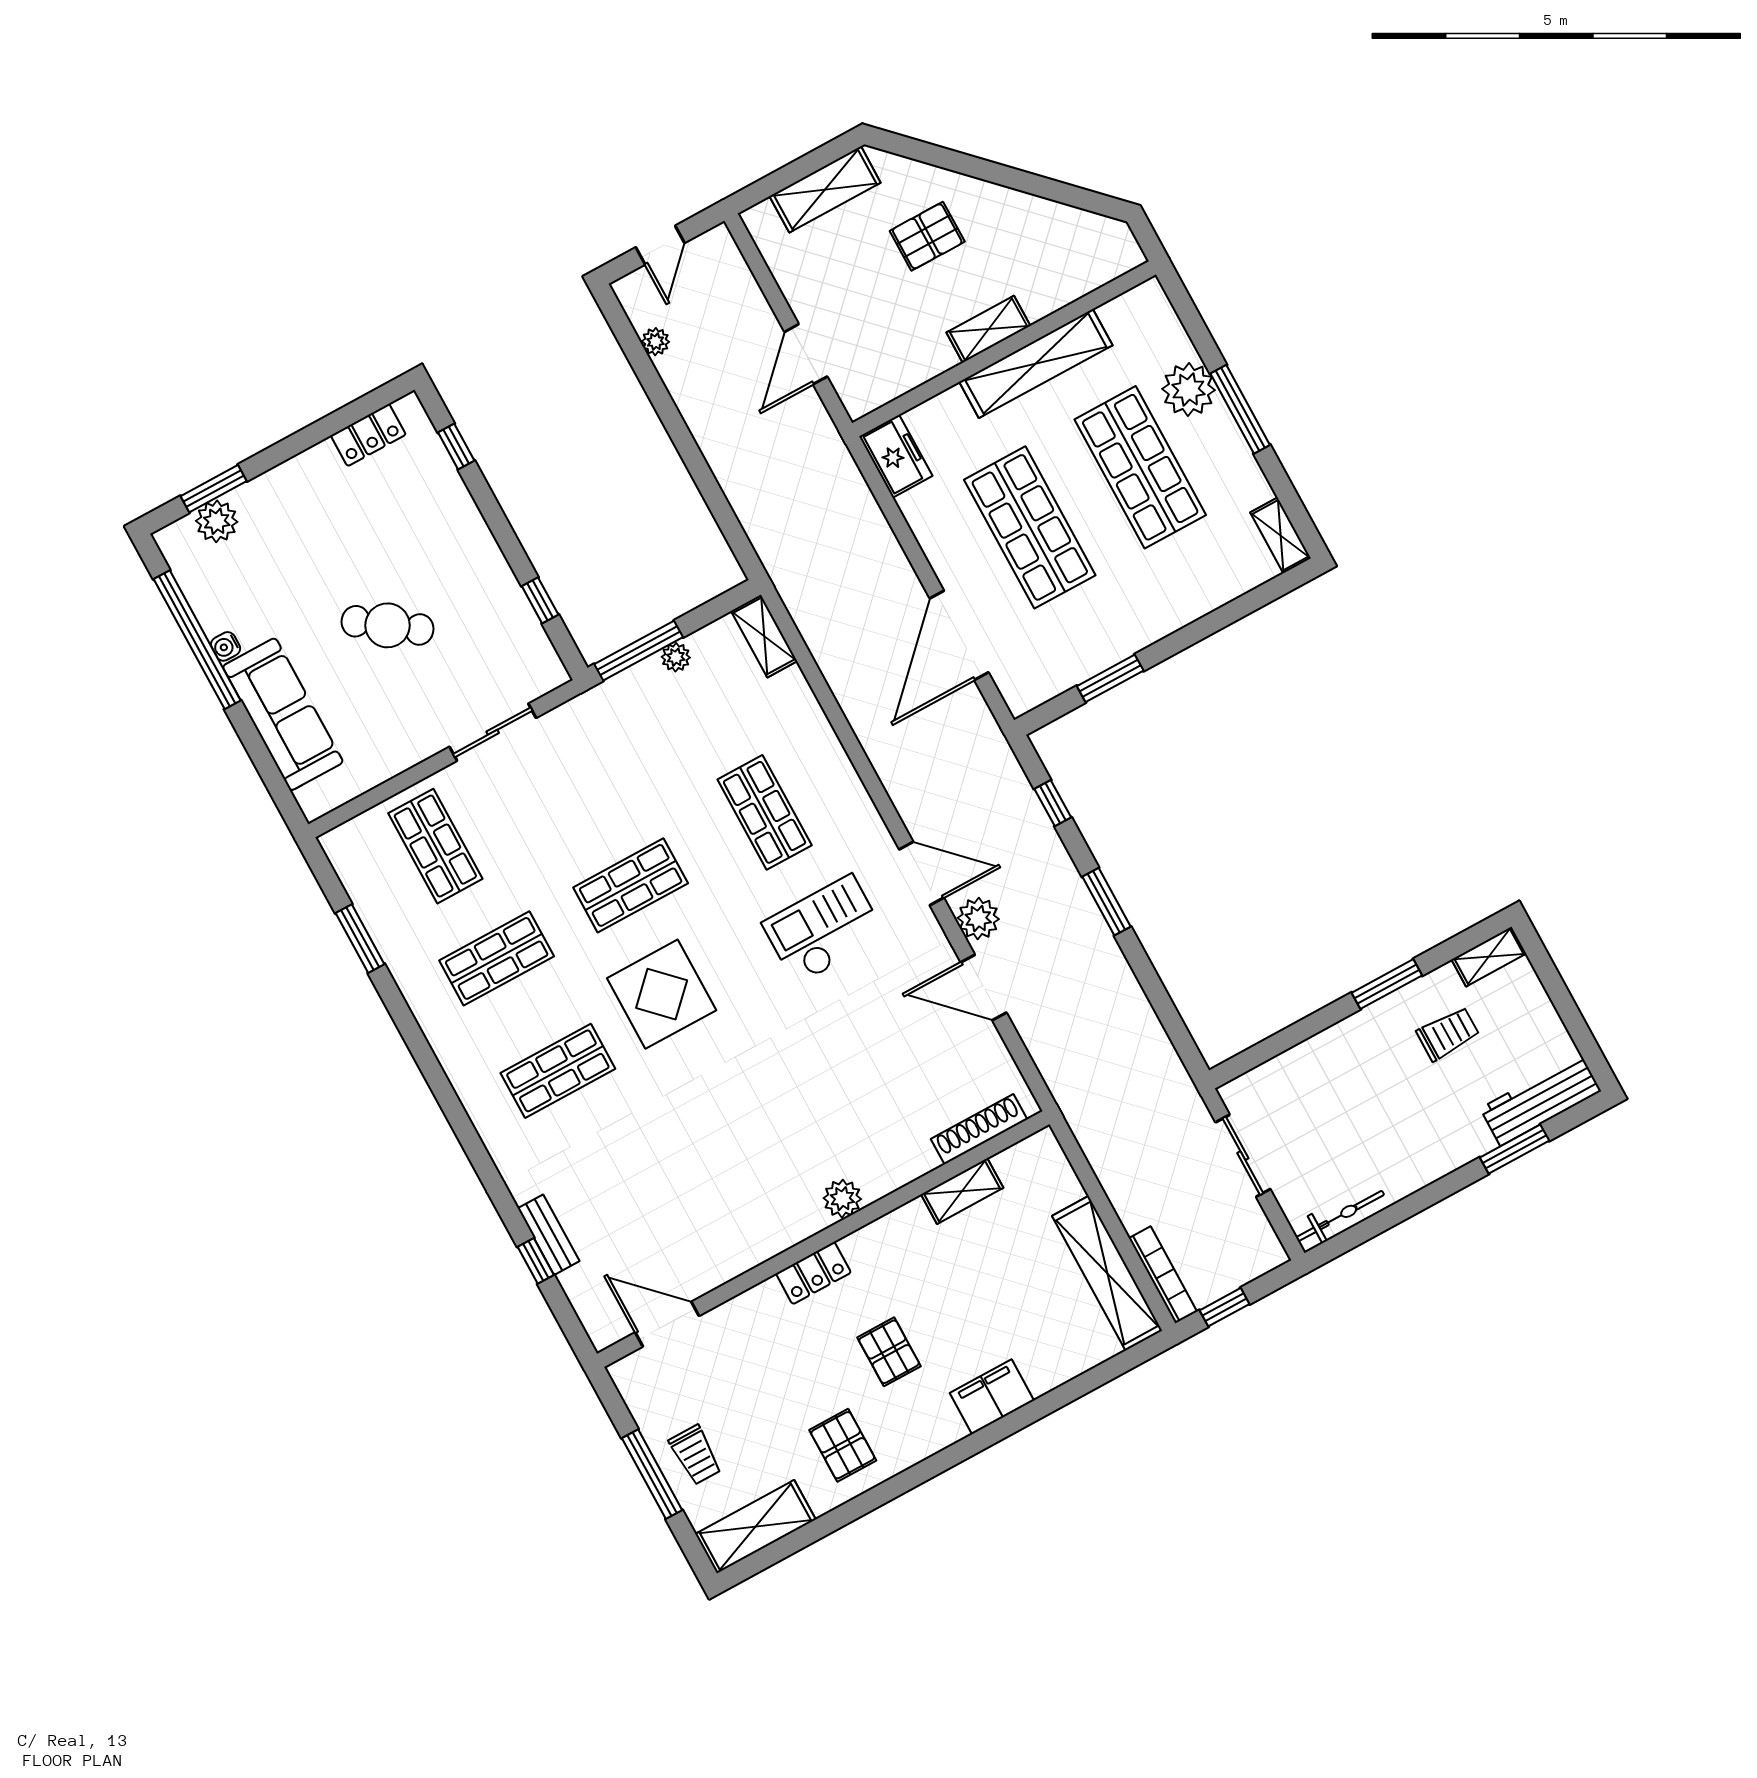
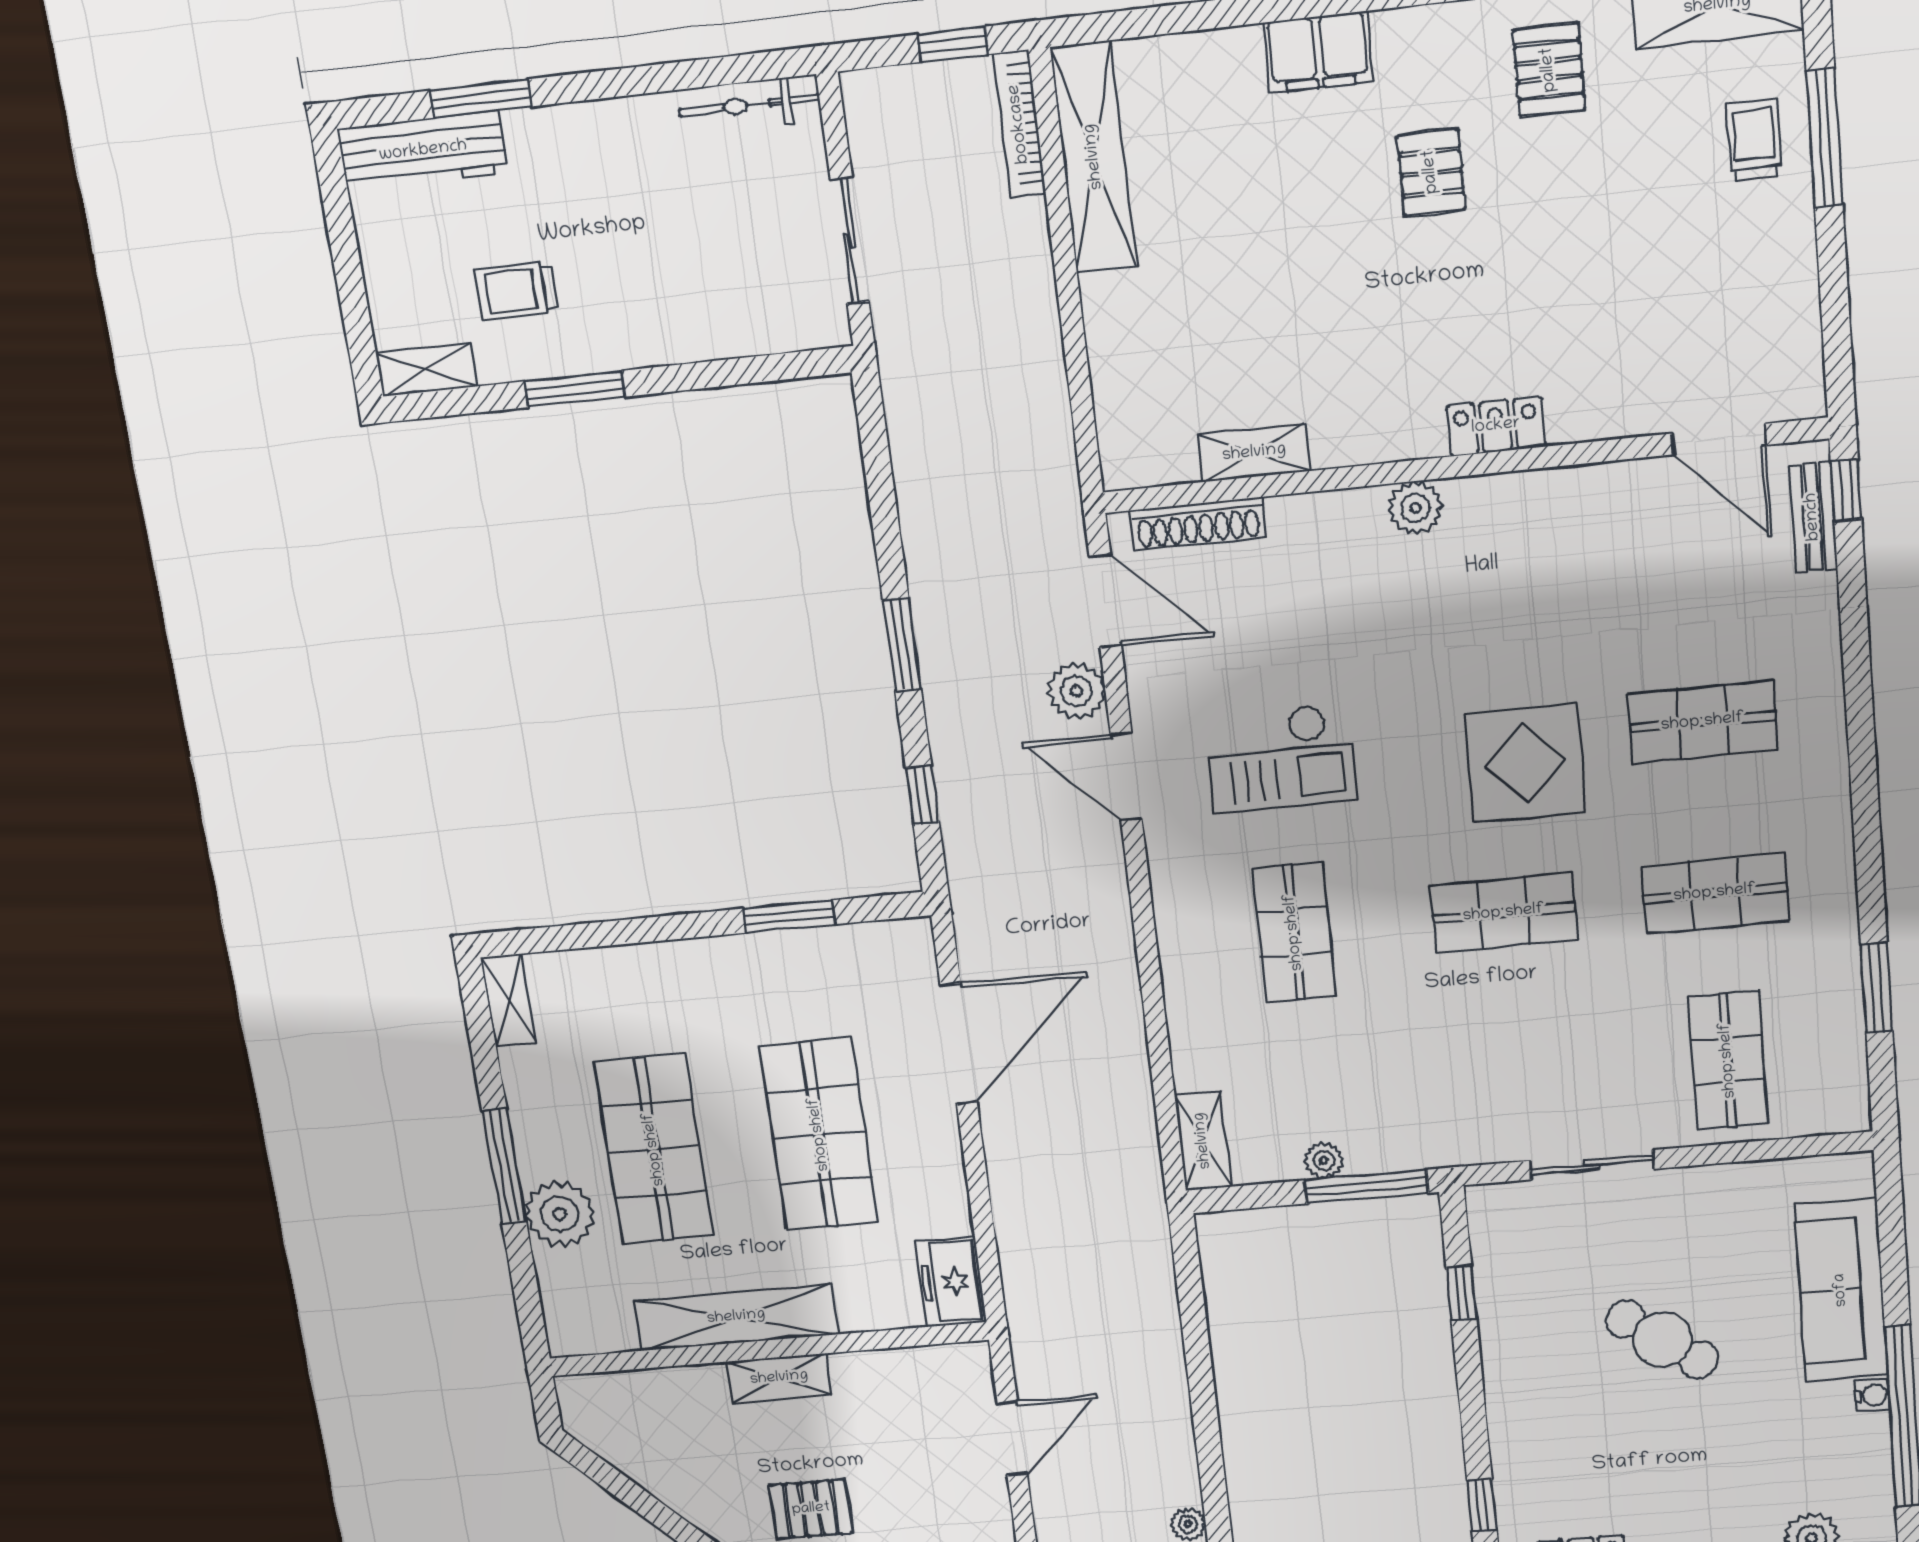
shoe rack: (979, 1129) -> (1198, 524), moved
shelving: (962, 1191) -> (1254, 453), moved
plant: (842, 1199) -> (1415, 508), moved
wall: (823, 1239) -> (1463, 466), moved
locker: (813, 1273) -> (1496, 426), moved
door: (667, 1324) -> (1719, 439), moved

